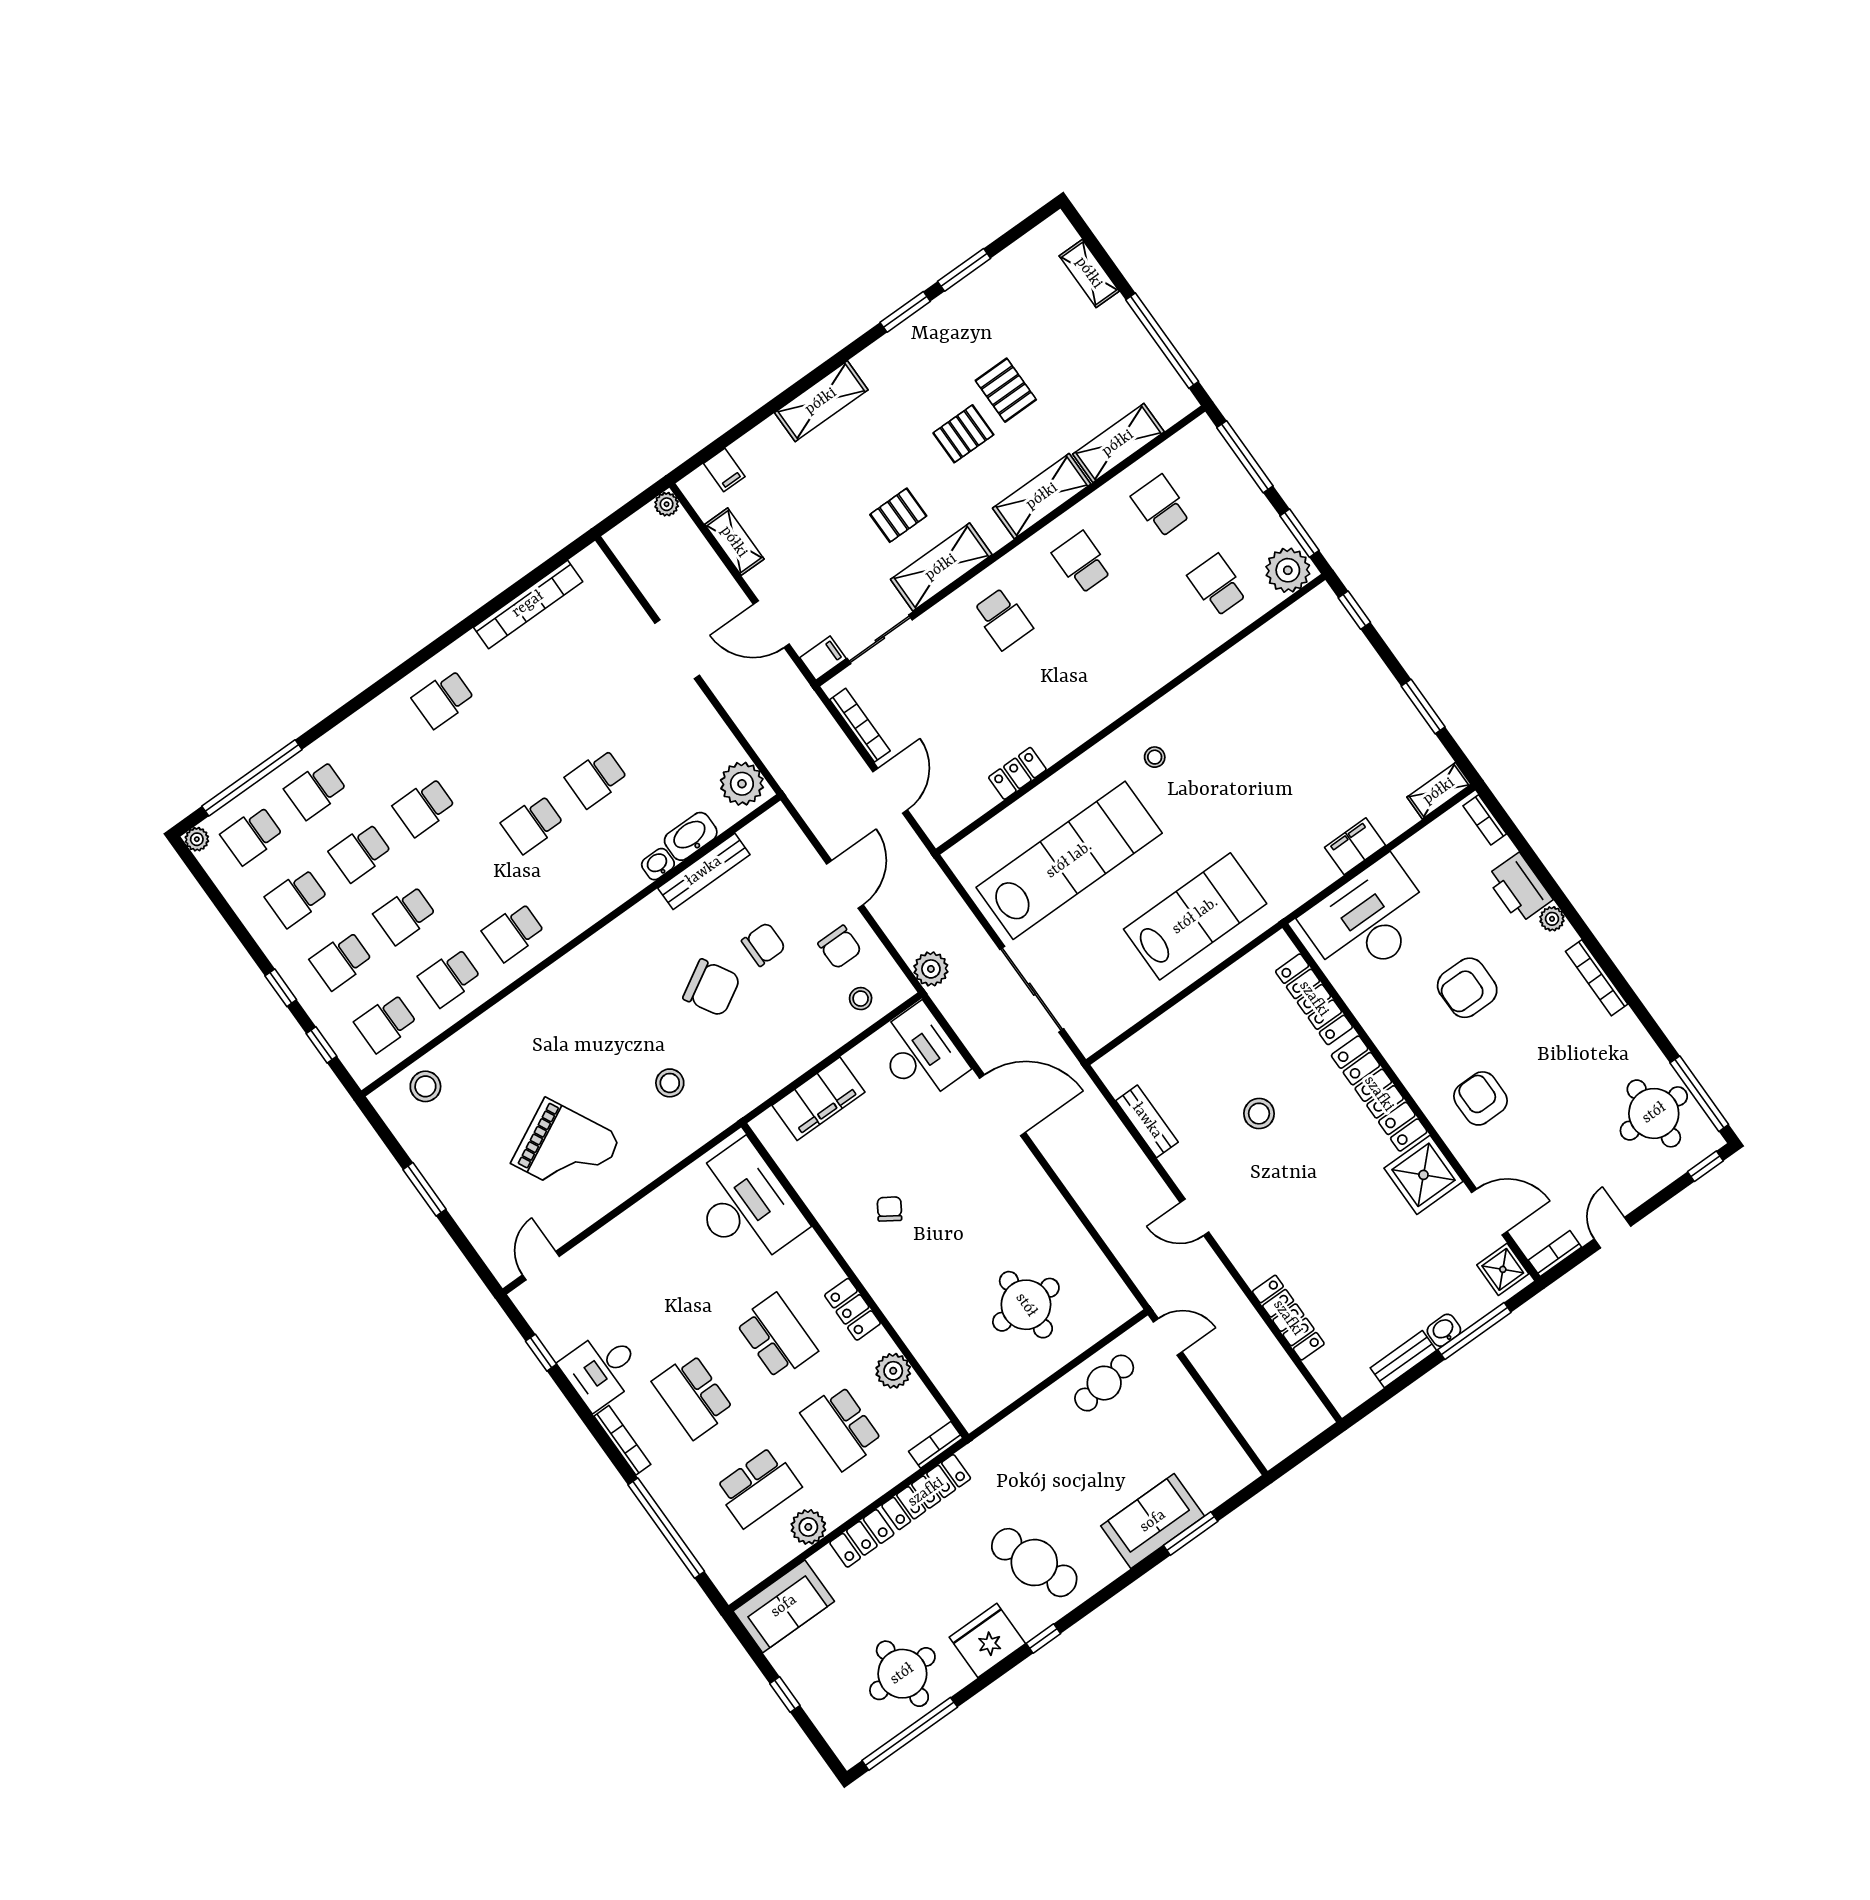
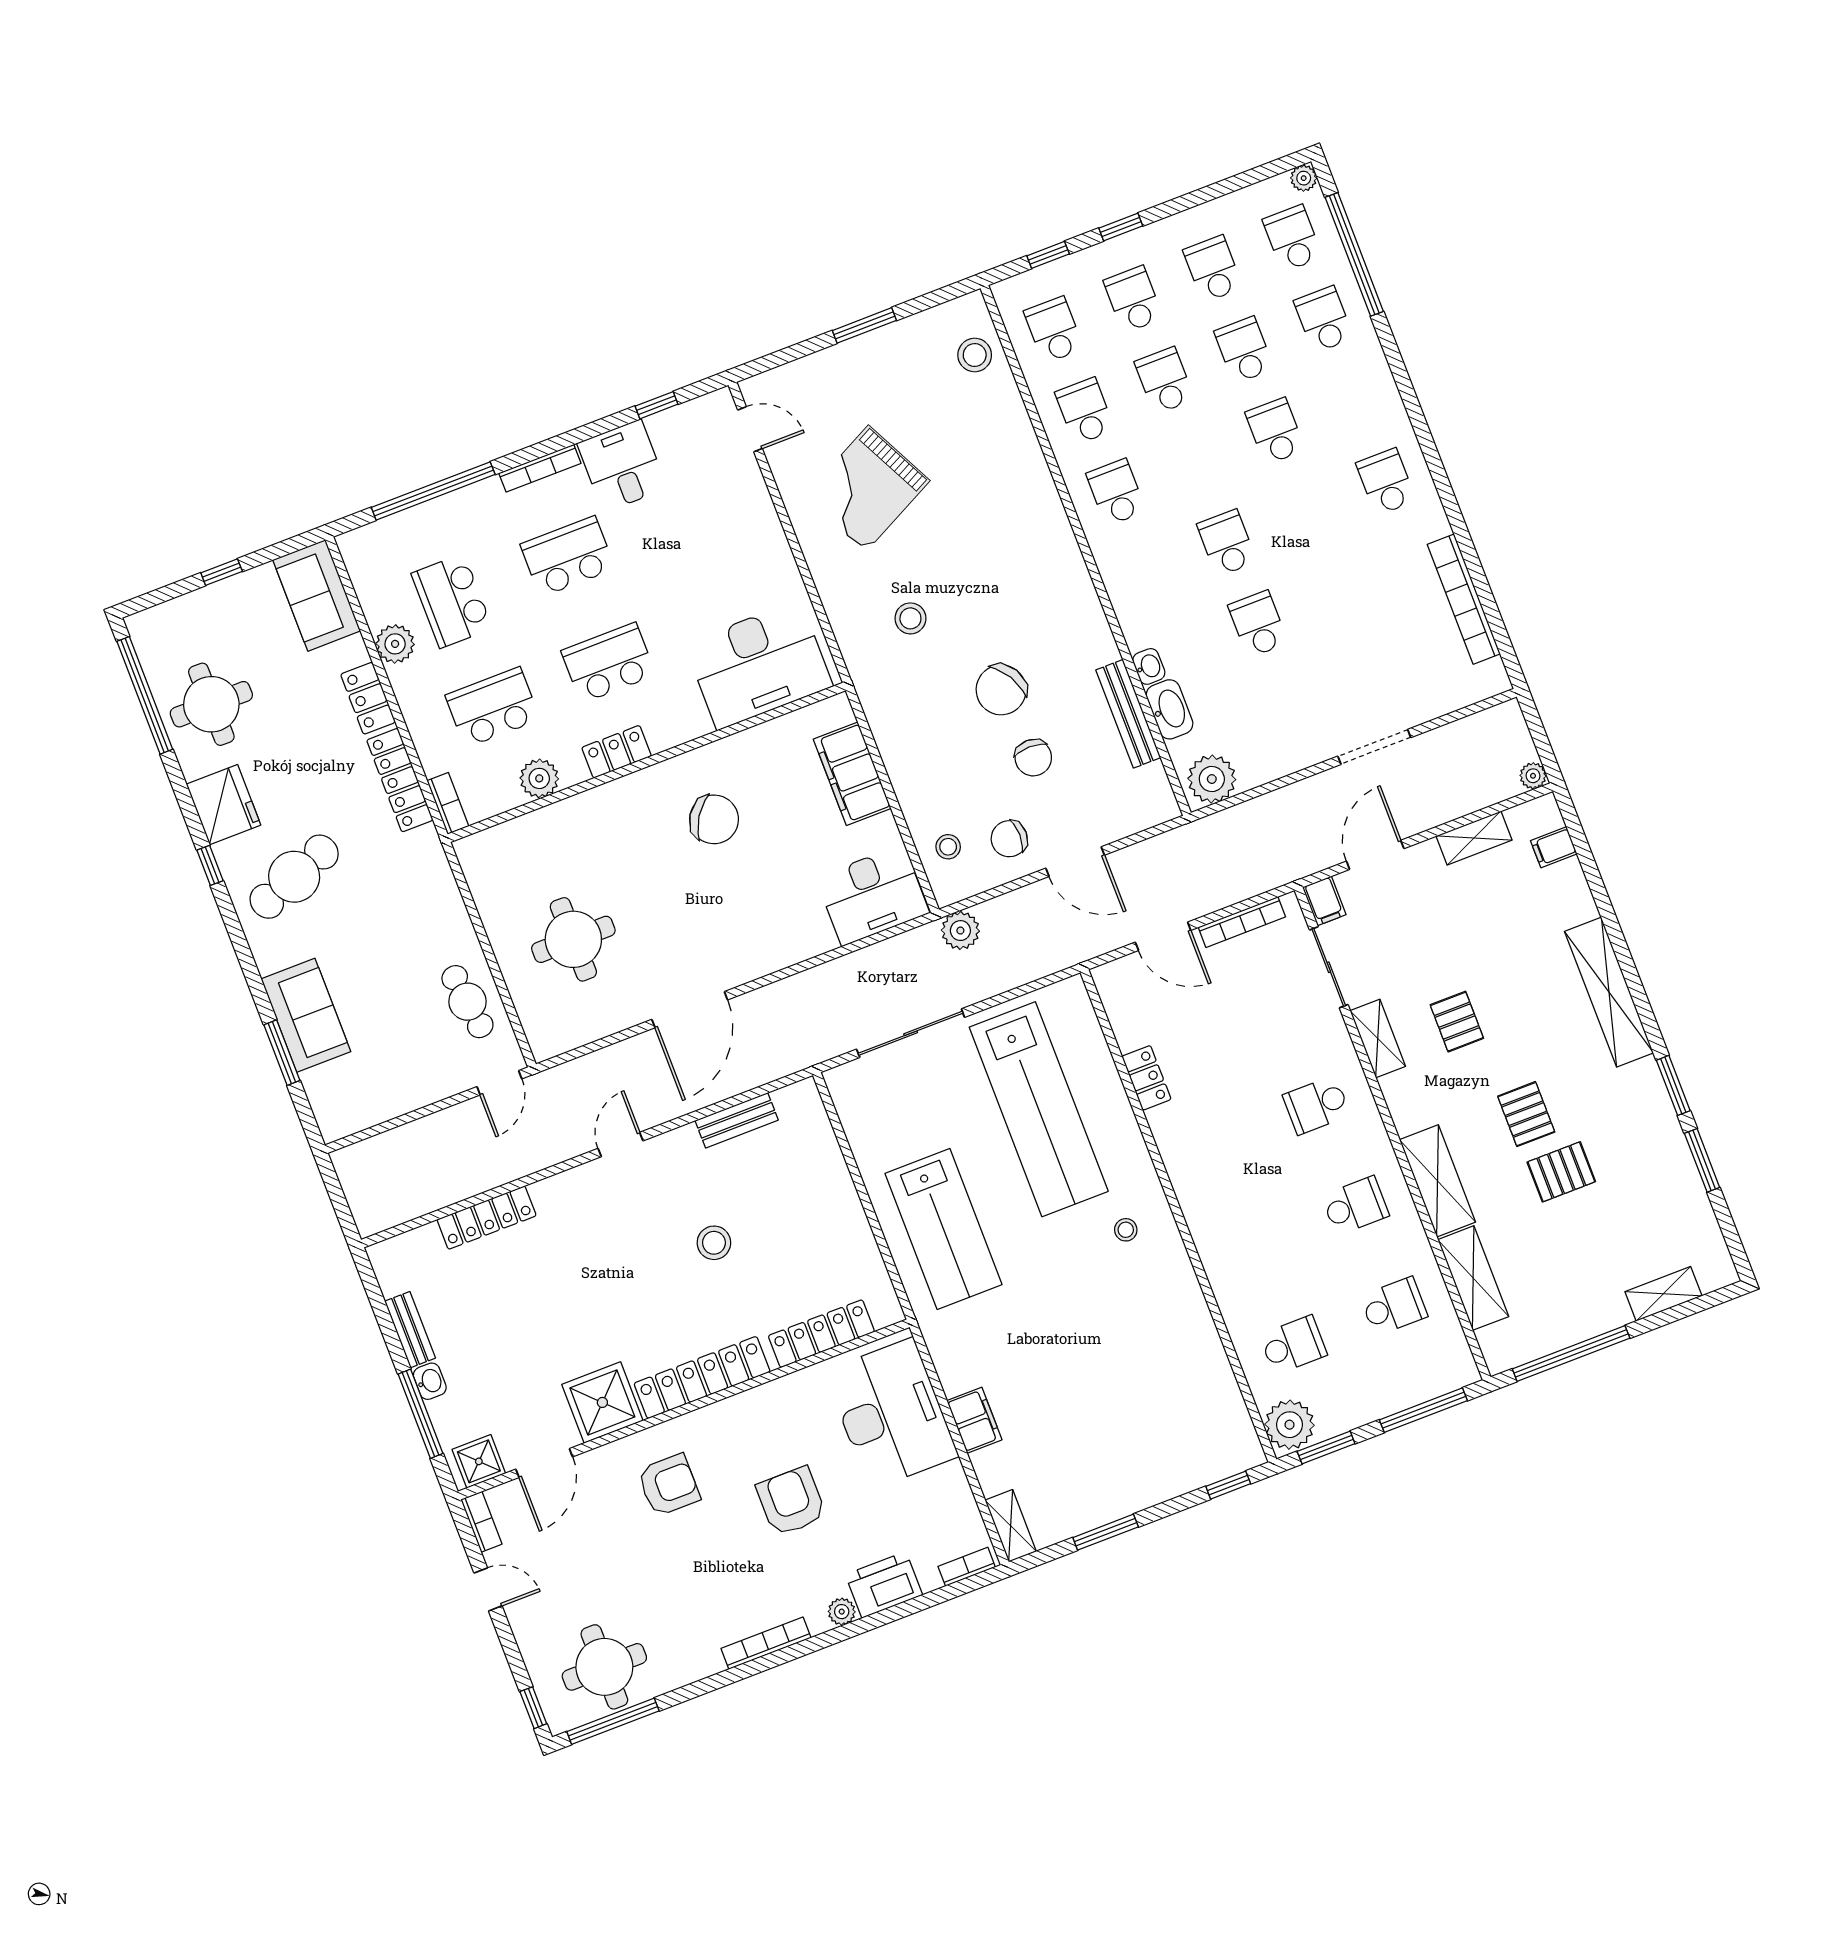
shelving: (821, 401) -> (1609, 992), width x1.47
shelving: (941, 567) -> (1378, 1038), width x0.67, depth x0.75
door: (1002, 1105) -> (690, 1010), moved
chair: (889, 1209) -> (714, 819), width x1.87, depth x1.87
school desk: (777, 1336) -> (608, 663), turned 180

